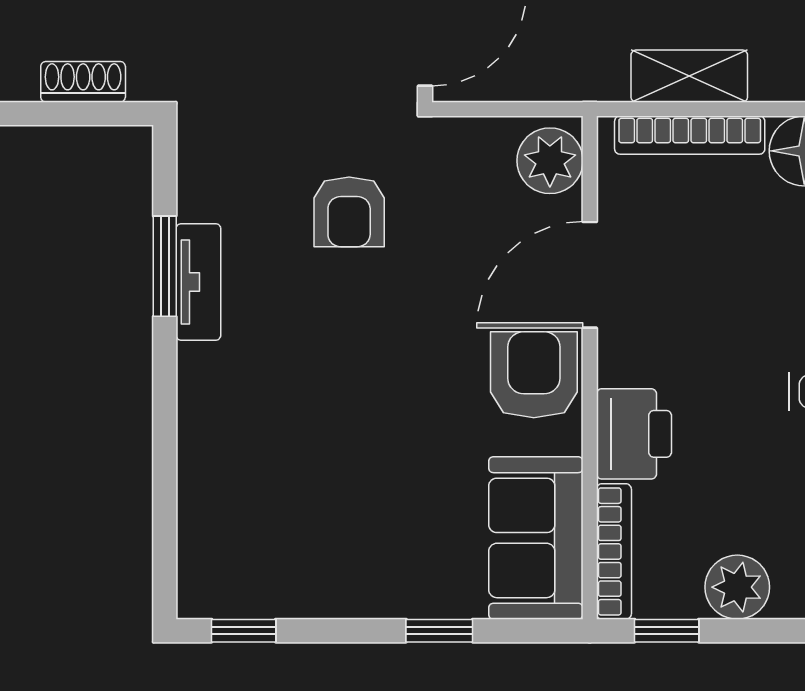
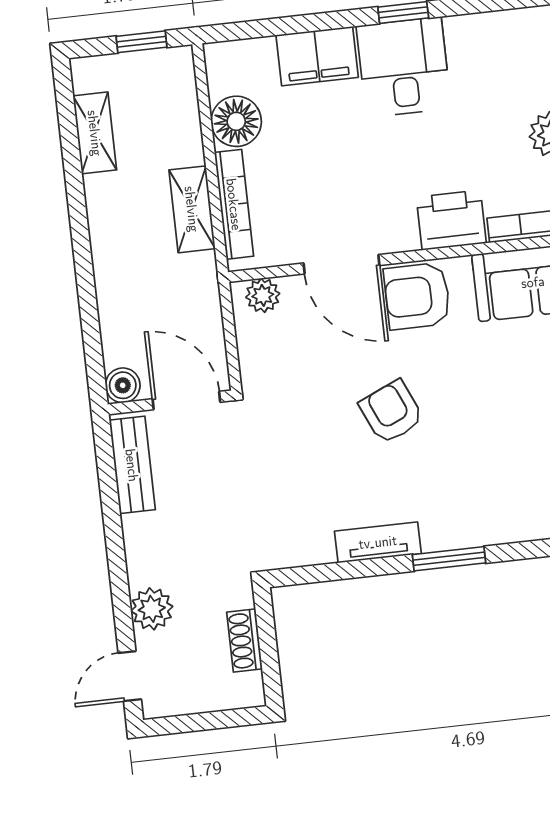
plant: (550, 161) -> (263, 295), width x0.73, depth x0.73
armchair: (349, 212) -> (391, 412), moved, turned -114
window: (165, 266) -> (449, 559), moved

